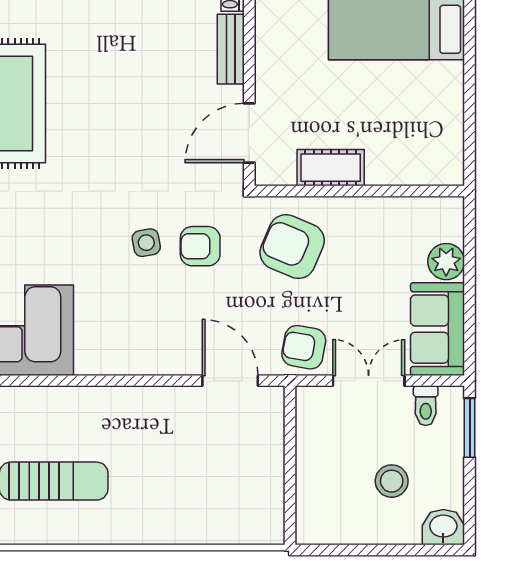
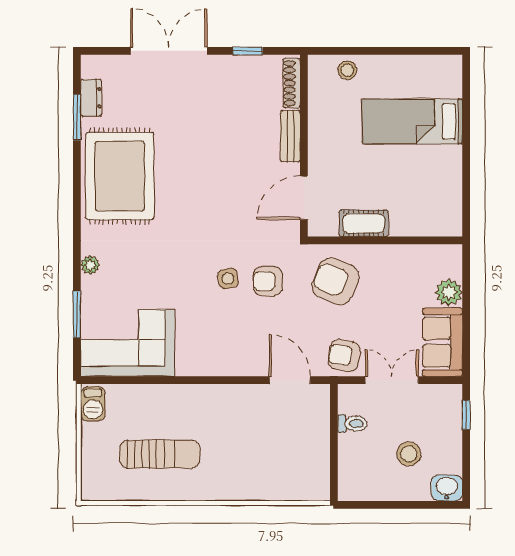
toilet: (426, 406) -> (352, 424), moved, turned -90
window: (470, 428) -> (466, 415), width x0.67

